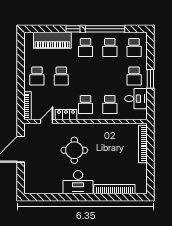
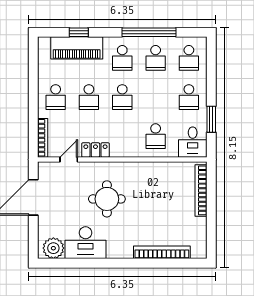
window: (73, 29) -> (79, 32), moved
window: (150, 79) -> (211, 119), moved
desk: (136, 99) -> (193, 142), moved, turned 90
school desk: (86, 105) -> (122, 97), moved
desk: (78, 182) -> (86, 243), moved
plant: (35, 186) -> (53, 248), added

